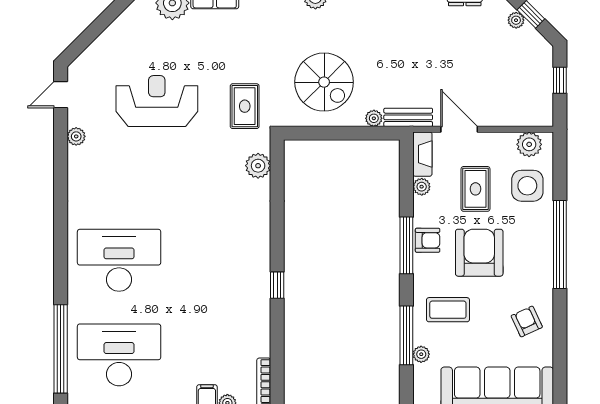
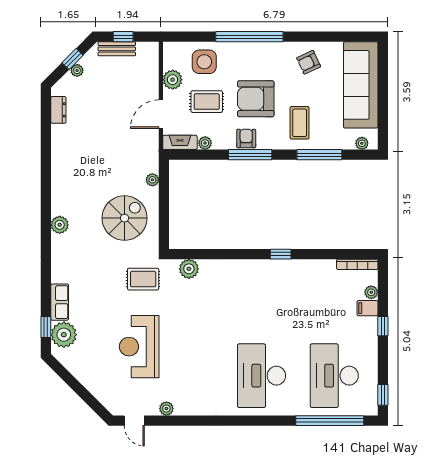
bench: (408, 117) -> (117, 49), moved, turned 90
plant: (529, 144) -> (173, 80), moved
plant: (421, 354) -> (362, 143), moved

